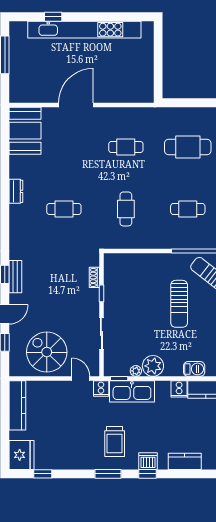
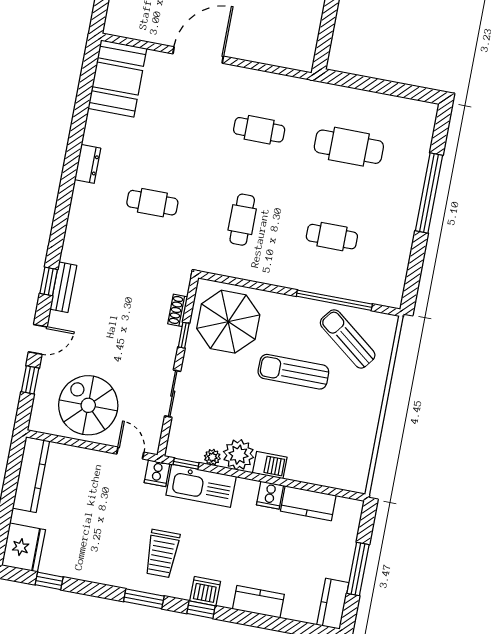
parasol: (129, 279) -> (228, 322), added
sun lounger: (179, 304) -> (293, 372), turned 90
barbecue: (194, 369) -> (270, 465), moved

